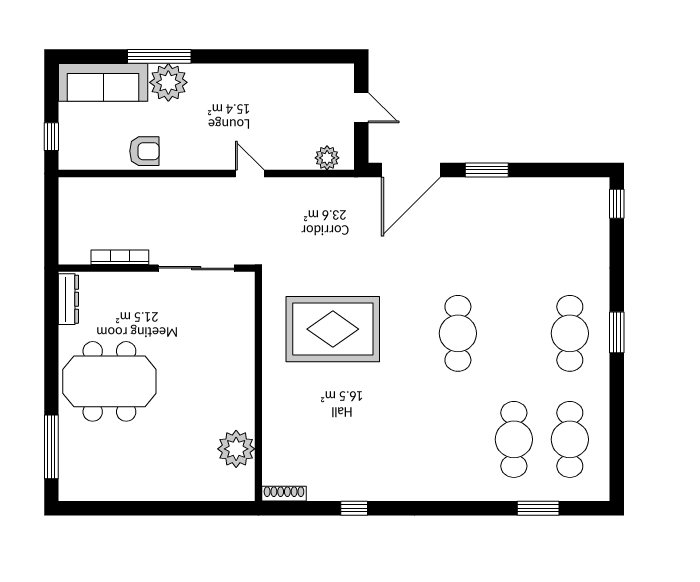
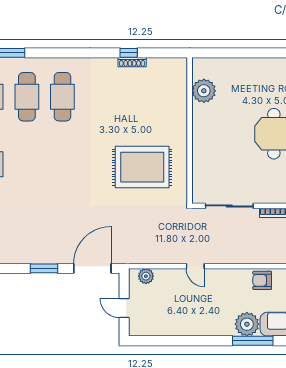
cafe table: (458, 333) -> (62, 97), moved
shoe rack: (284, 494) -> (132, 62), moved

